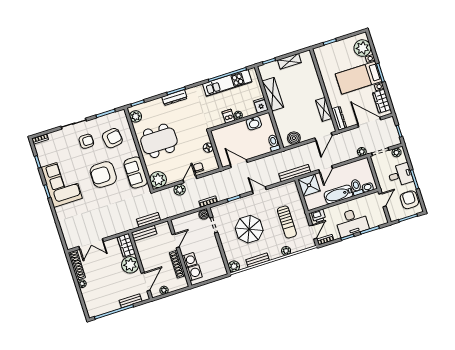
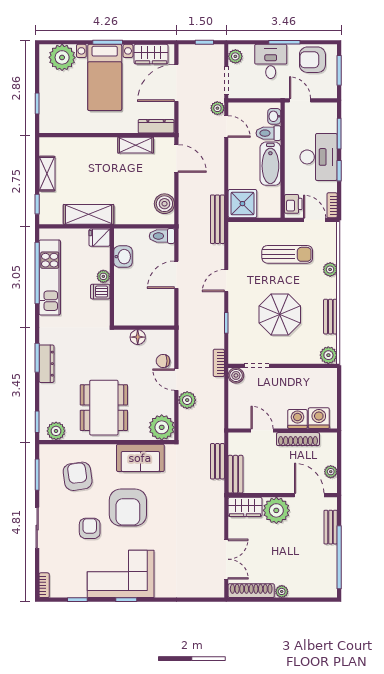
armchair: (86, 141) -> (90, 528), moved
door: (239, 164) -> (176, 275), moved
door: (326, 169) -> (226, 127), moved

